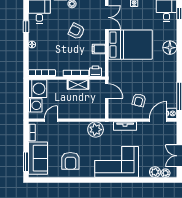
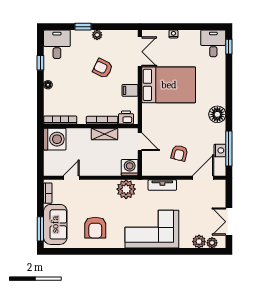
floor lamp: (170, 48) -> (217, 114), moved
washing machine: (35, 105) -> (130, 168), moved, turned -90
nightstand: (172, 113) -> (220, 150), moved

